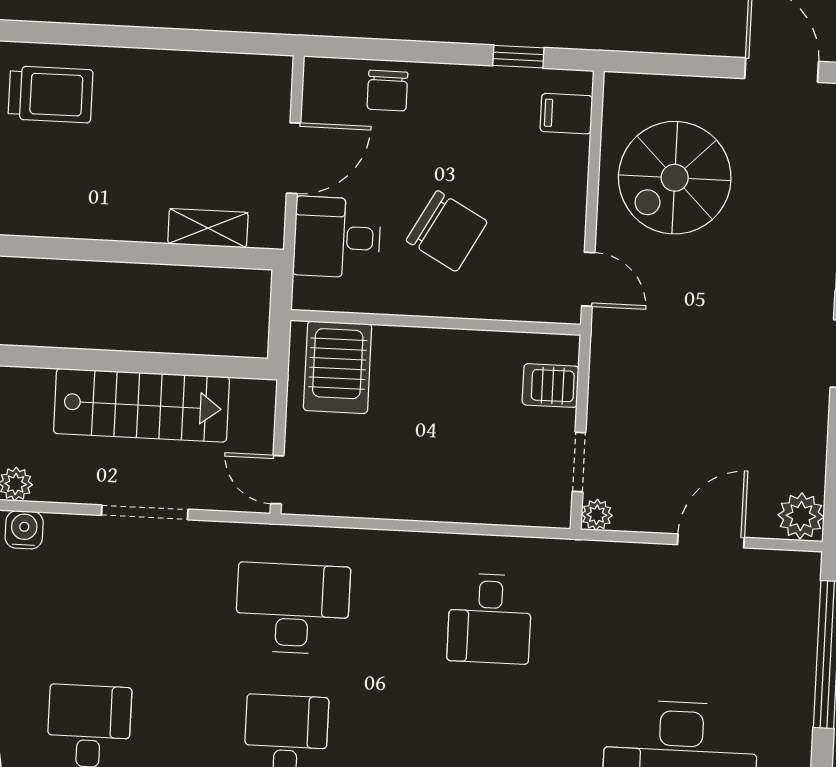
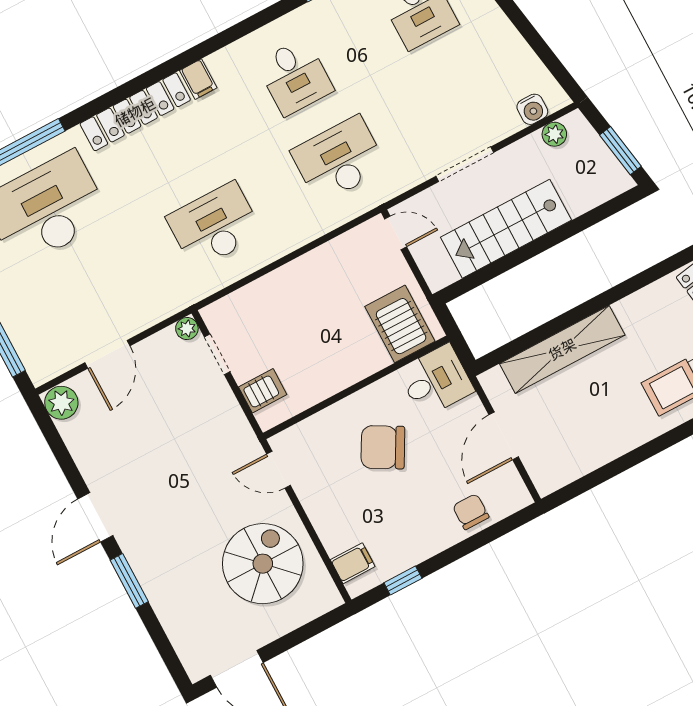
shelving: (208, 228) -> (562, 349), width x2.20, depth x1.33
desk: (337, 237) -> (436, 381), moved
desk: (293, 608) -> (339, 160), turned 180
desk: (490, 618) -> (215, 226), width x1.37

